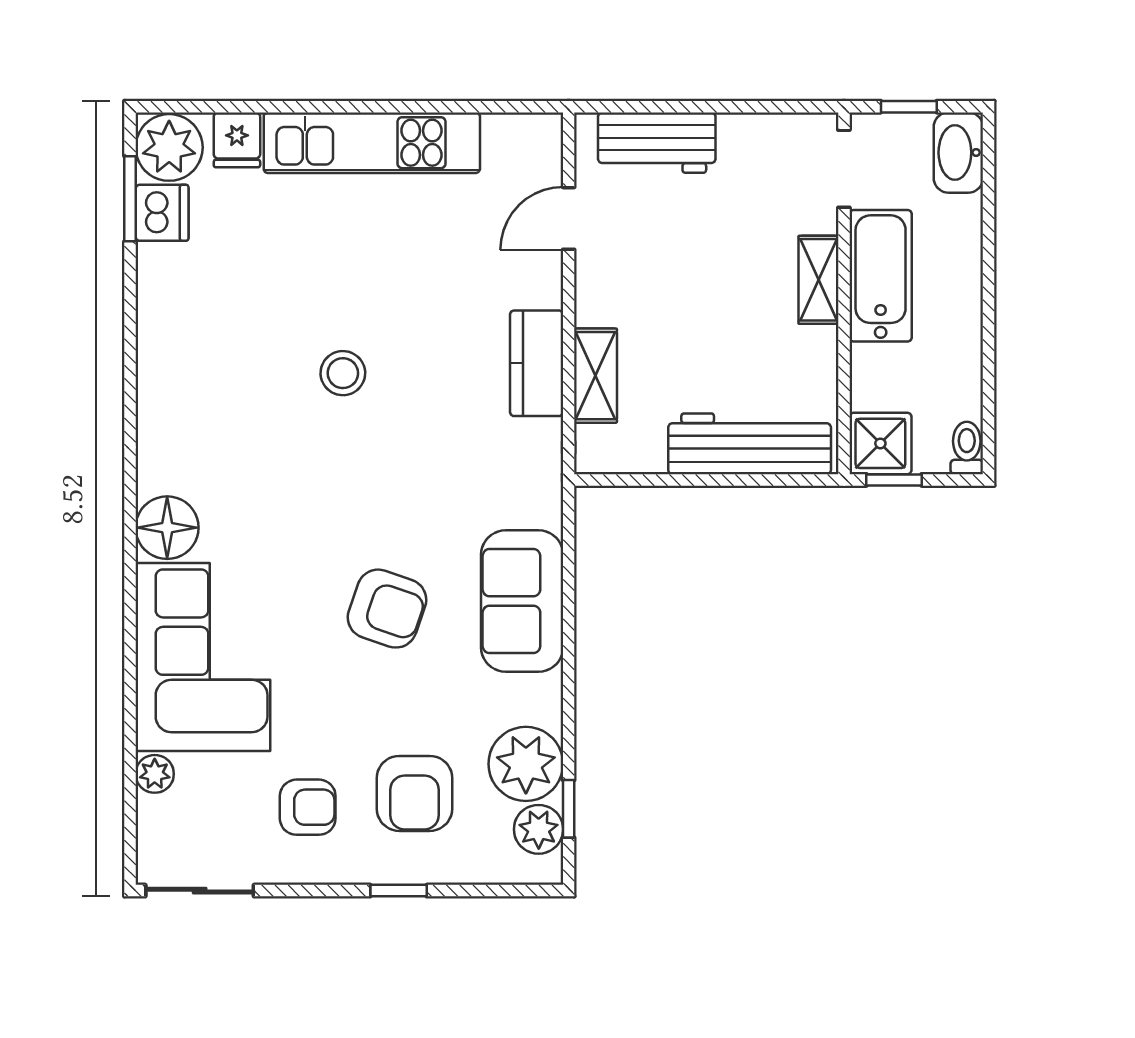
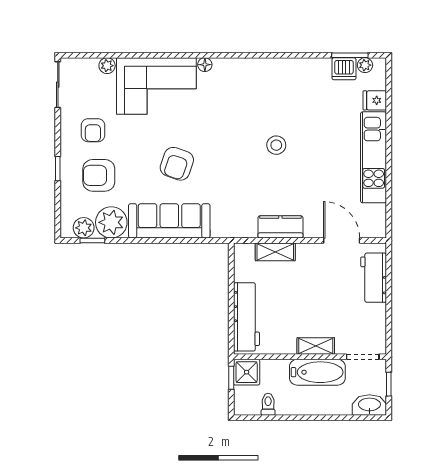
plant: (169, 147) -> (365, 65), width x0.53, depth x0.53
door: (569, 218) -> (342, 240), width x1.38
toilet: (967, 448) -> (268, 404), moved, turned -90
floor lamp: (167, 528) -> (205, 65), width x0.53, depth x0.53
sofa: (522, 601) -> (169, 221), width x1.36

